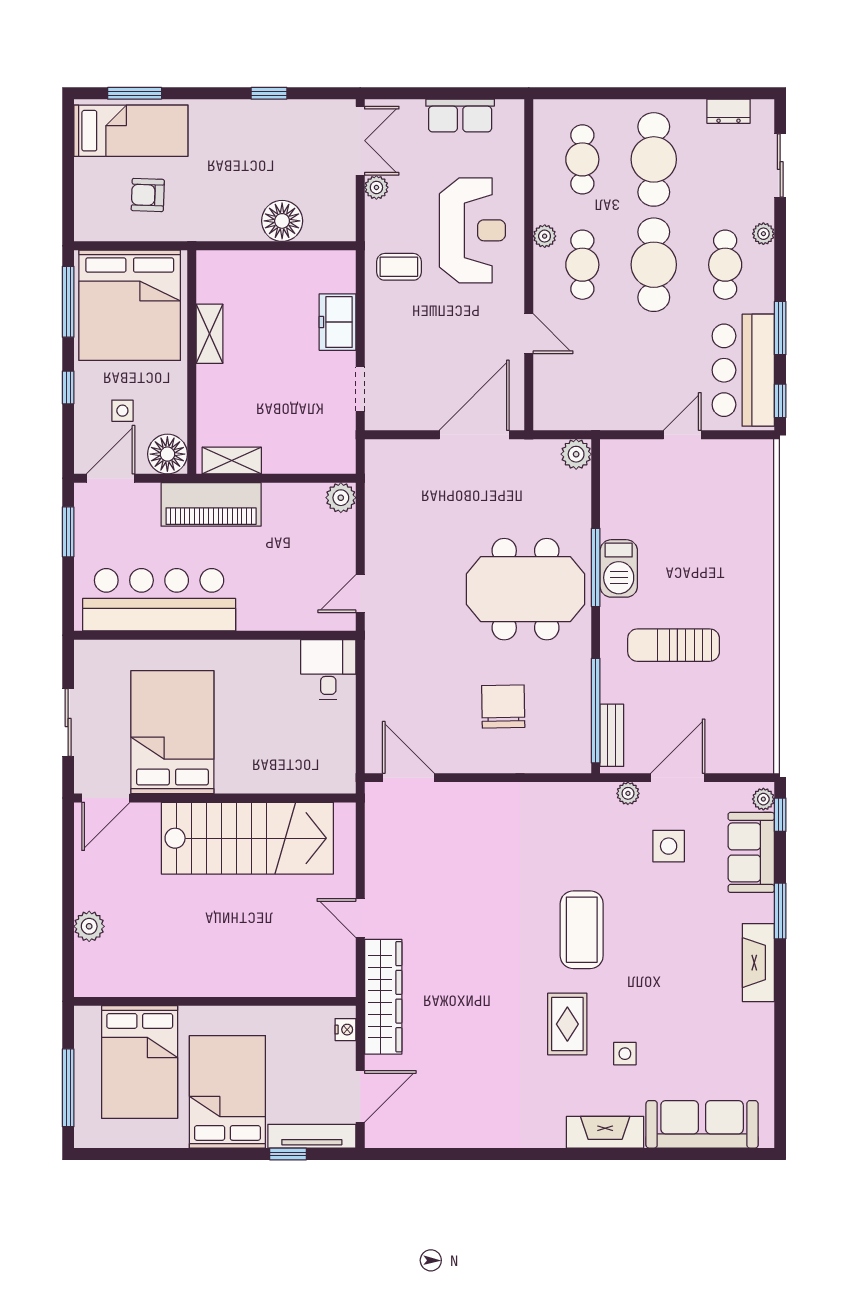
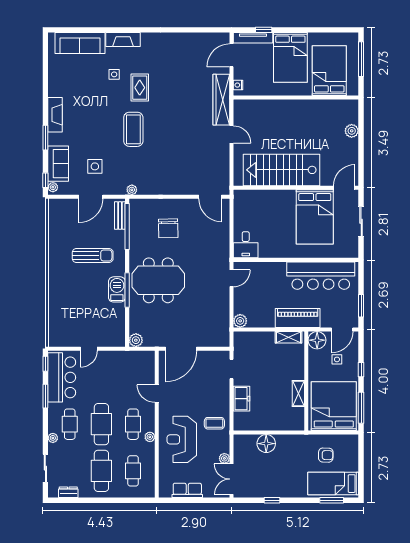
plant: (628, 793) -> (132, 190), moved

